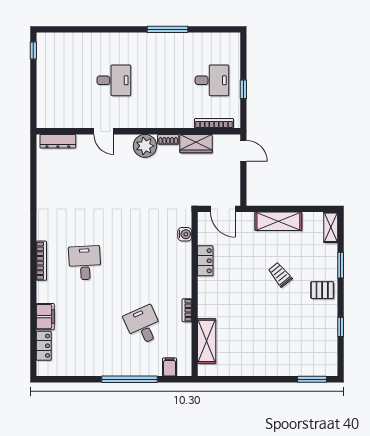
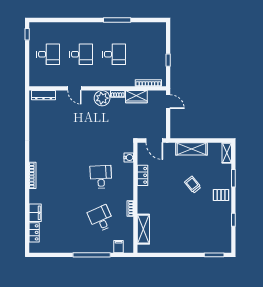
desk: (65, 80) -> (48, 54), added
desk: (212, 80) -> (114, 54), moved
desk: (85, 263) -> (101, 177), moved

